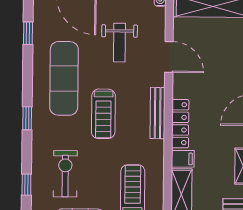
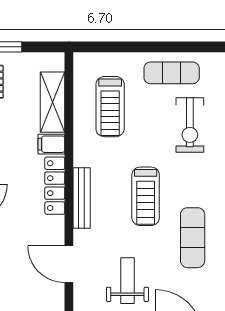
exercise mat: (64, 78) -> (193, 238), width x0.73, depth x0.69
treadmill: (103, 114) -> (146, 196), turned 180

